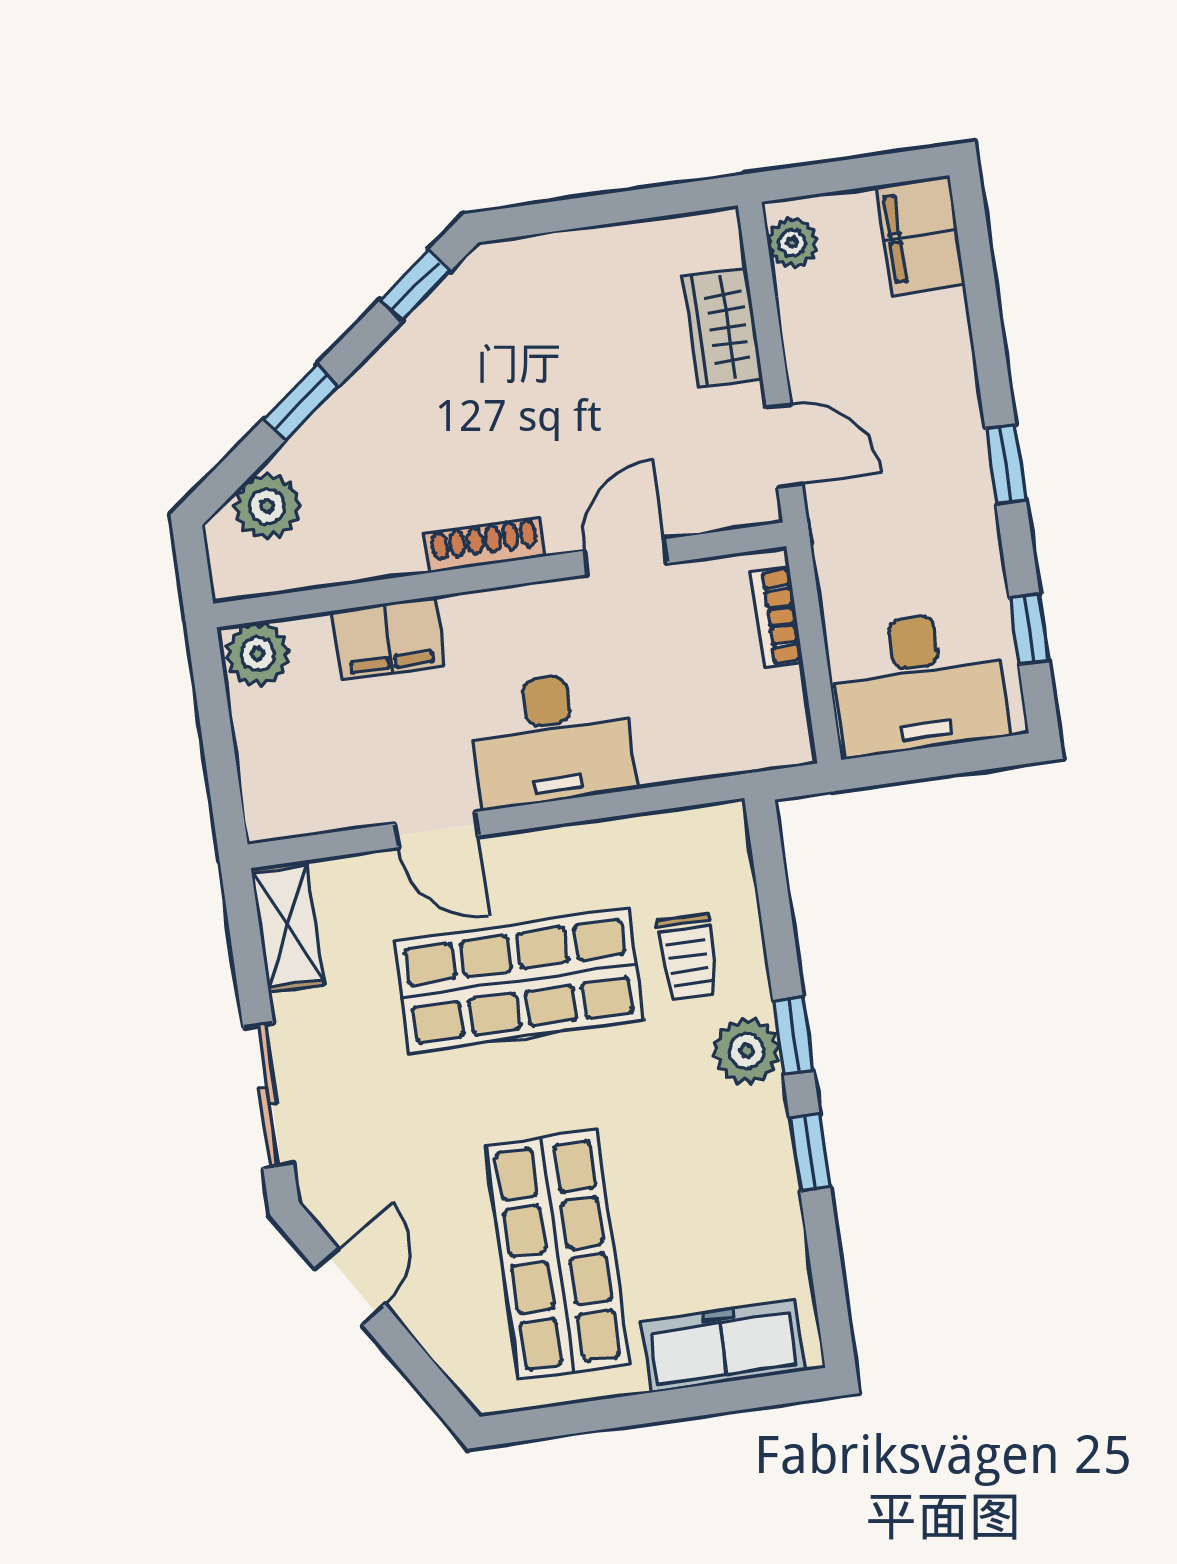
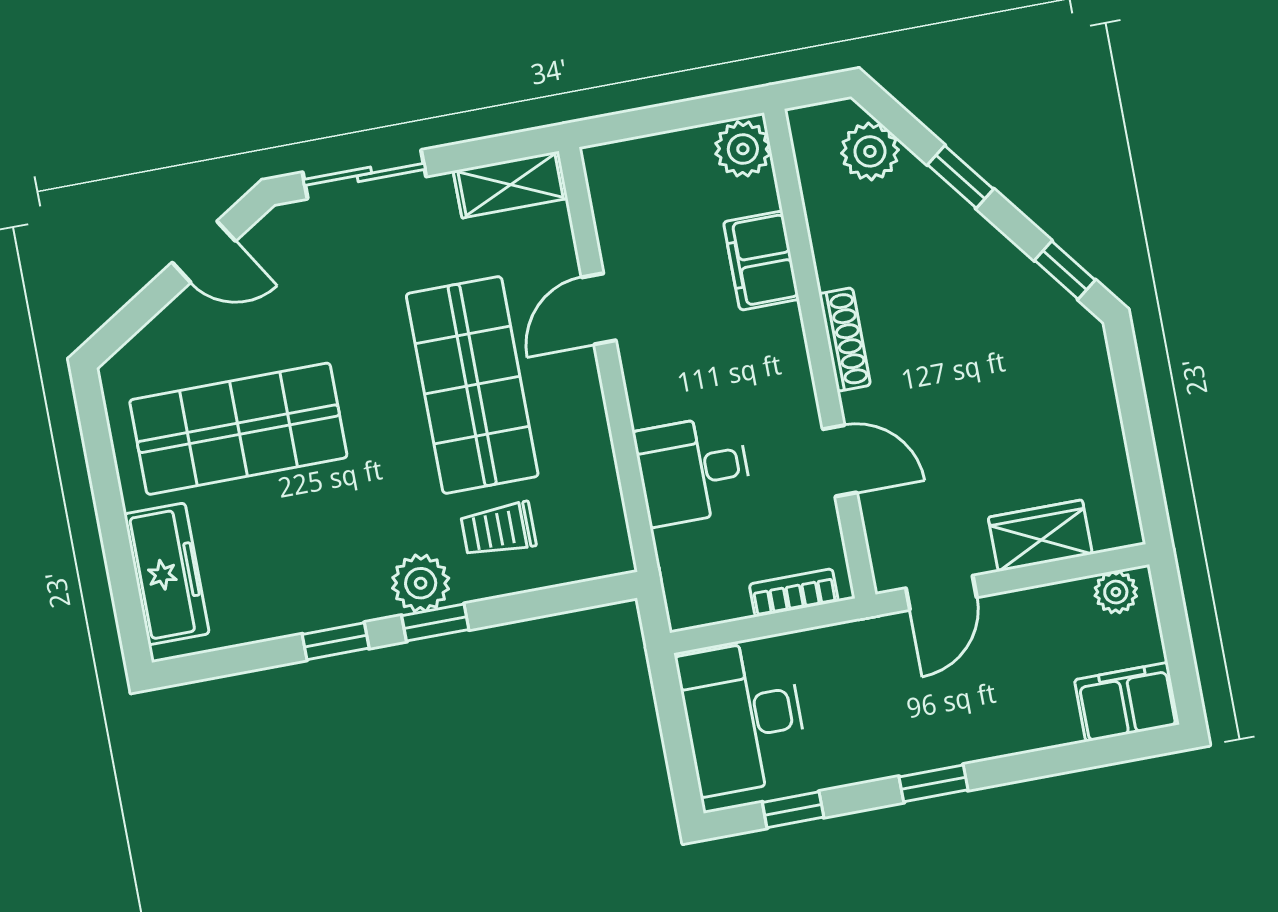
desk: (552, 739) -> (693, 470), moved, width x0.73

